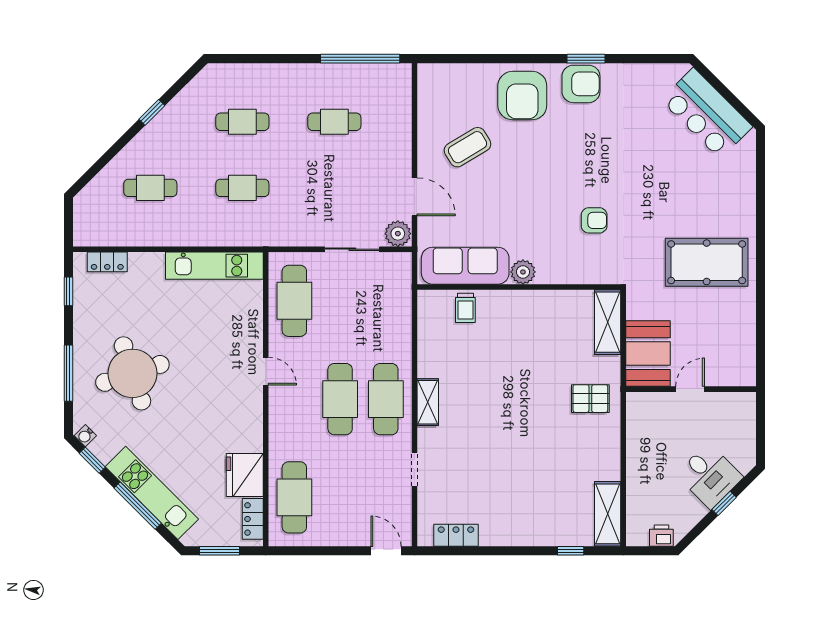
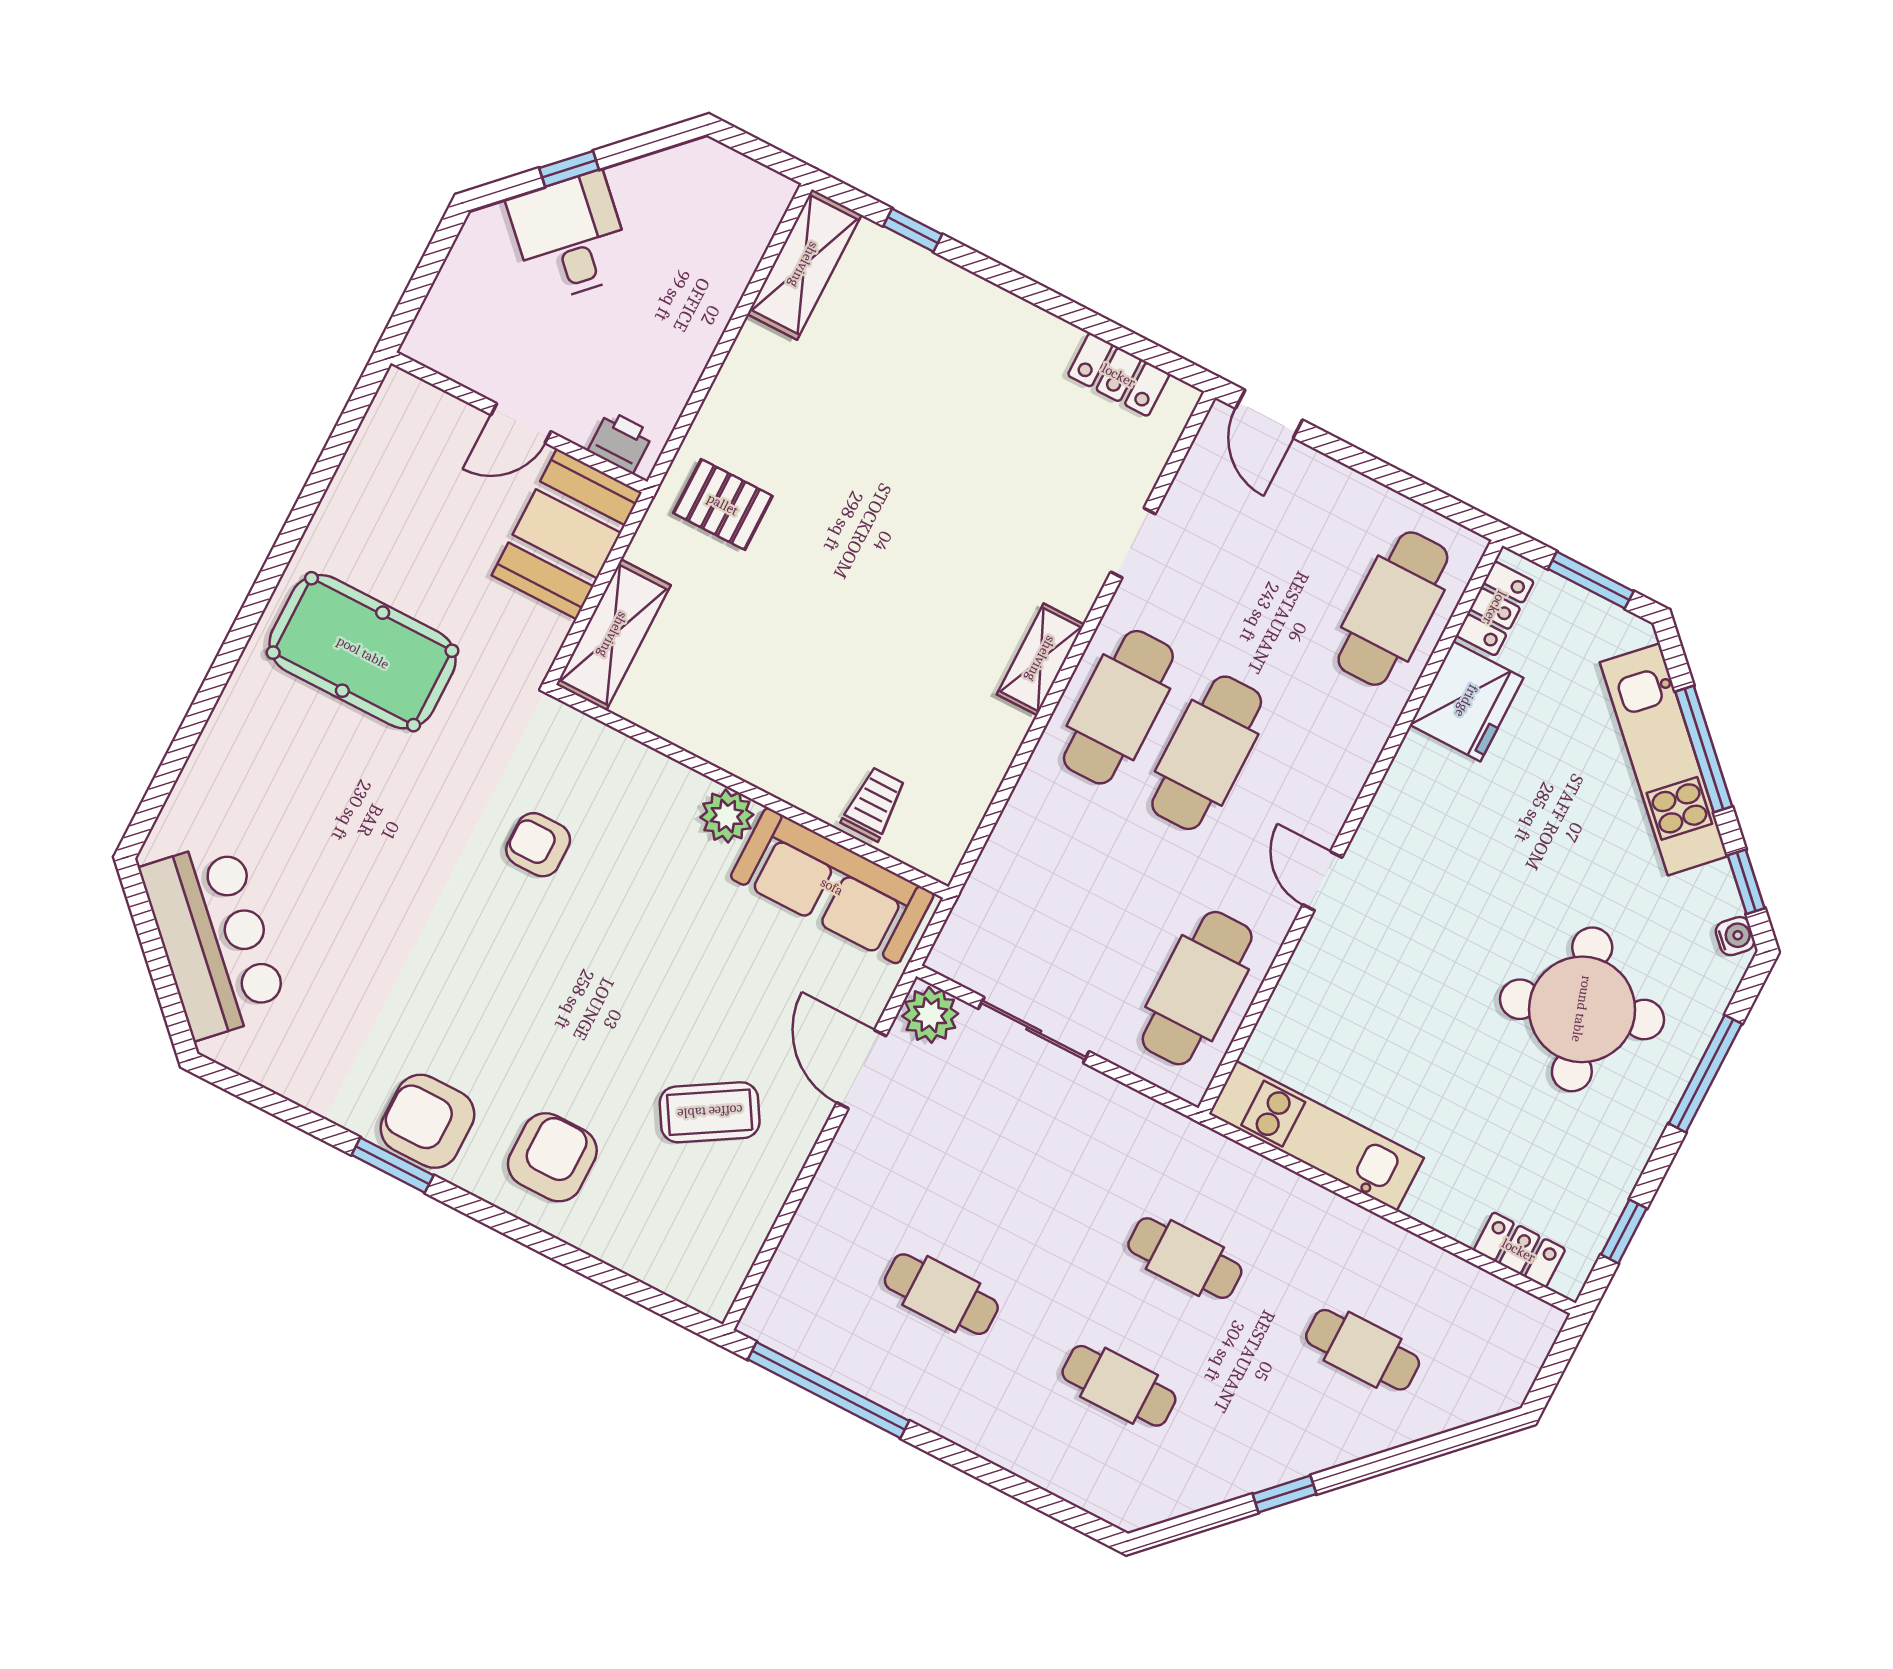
armchair: (522, 96) -> (552, 1157), width x0.73, depth x0.73
printer: (661, 536) -> (620, 442), moved, turned 180

